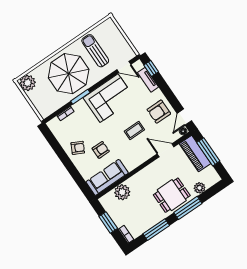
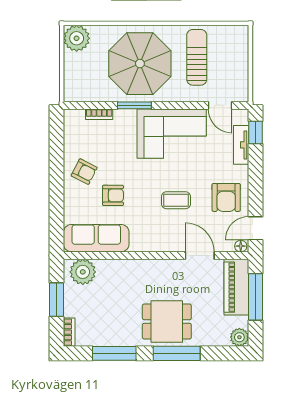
armchair: (159, 112) -> (226, 197), turned -90
plant: (200, 188) -> (239, 337), moved
plant: (122, 192) -> (83, 272), moved

